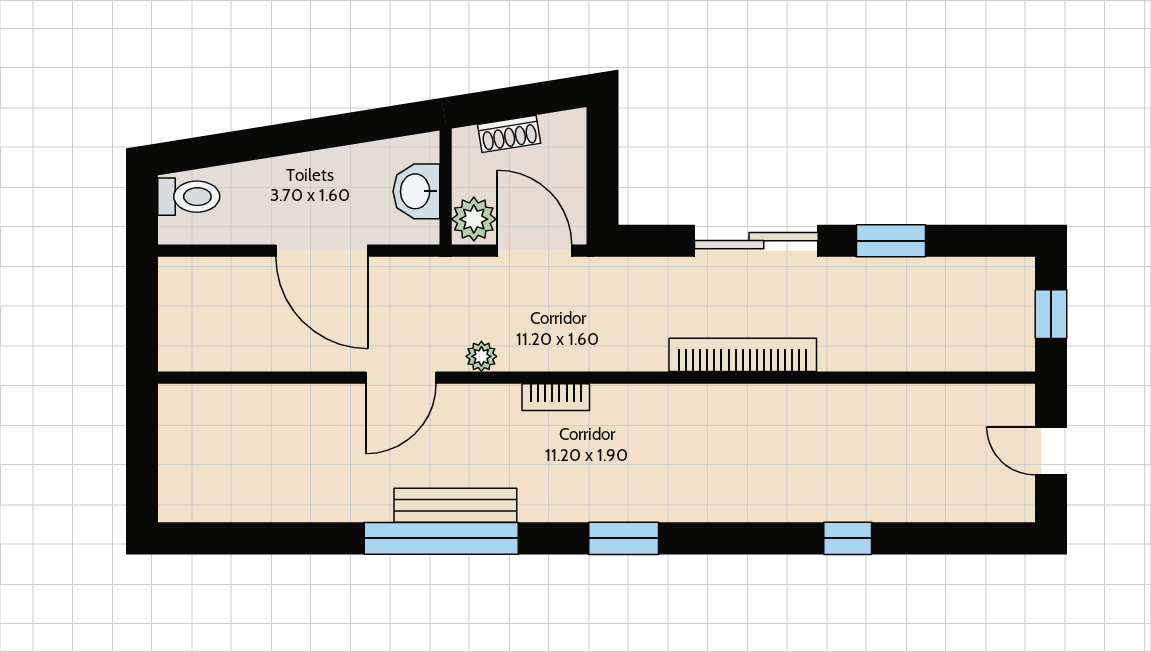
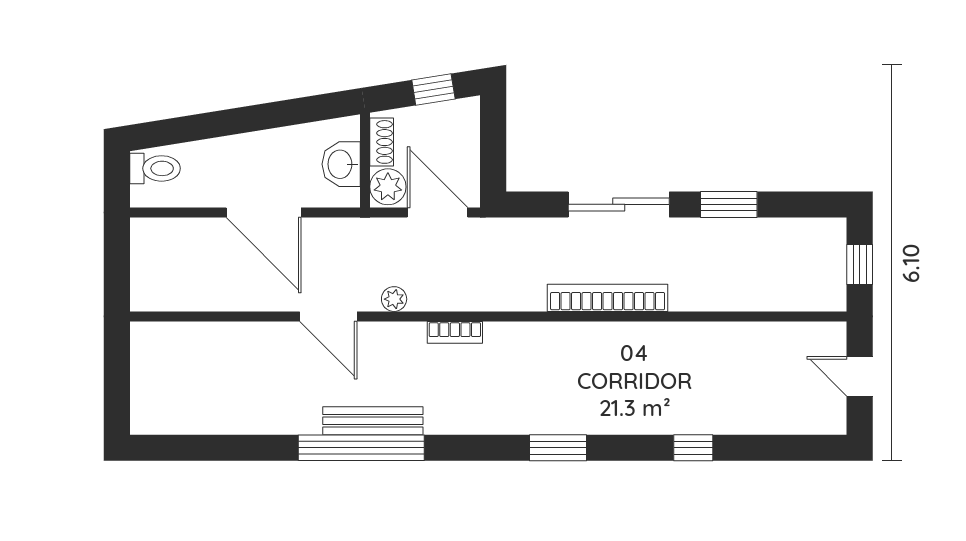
window: (530, 100) -> (433, 90), added
shoe rack: (509, 134) -> (382, 142), moved, turned -81
door: (401, 378) -> (328, 316), hinge flipped
window: (624, 538) -> (558, 448), moved

